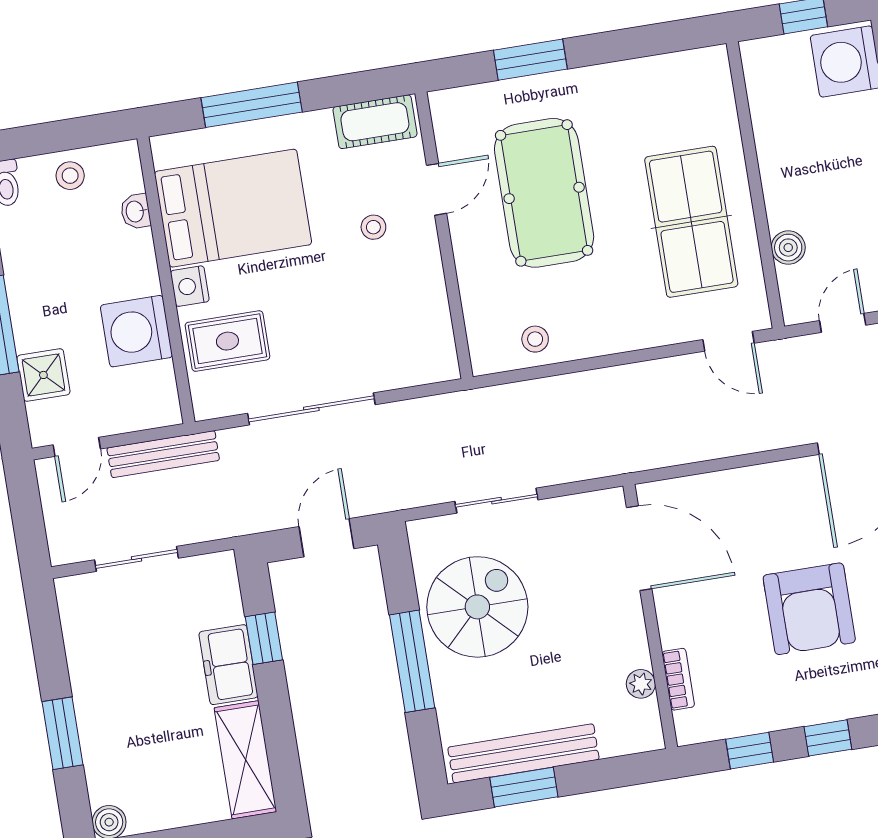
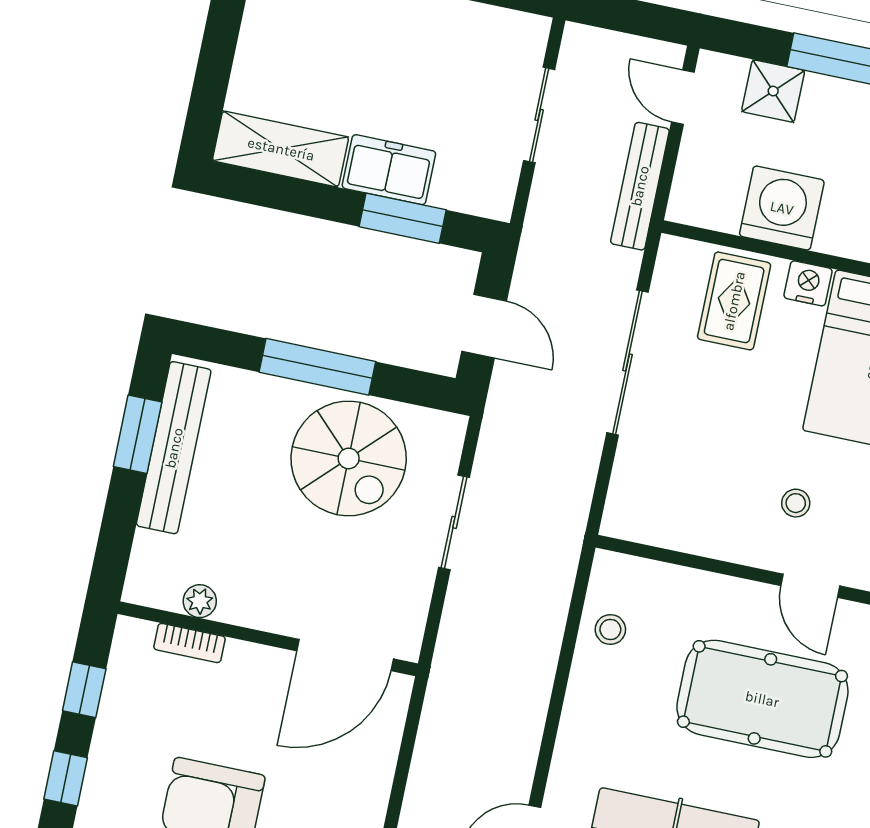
window: (264, 638) -> (403, 218), width x1.50

